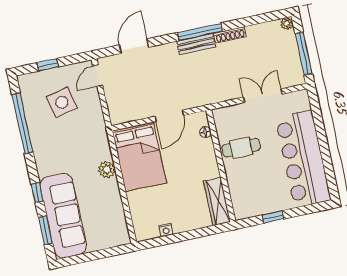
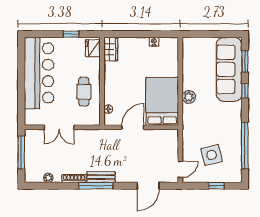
plant: (287, 23) -> (48, 178), moved
cafe table: (241, 148) -> (84, 92), turned 90
wardrobe: (217, 201) -> (111, 49), width x0.67
fridge: (242, 205) -> (93, 48), added

